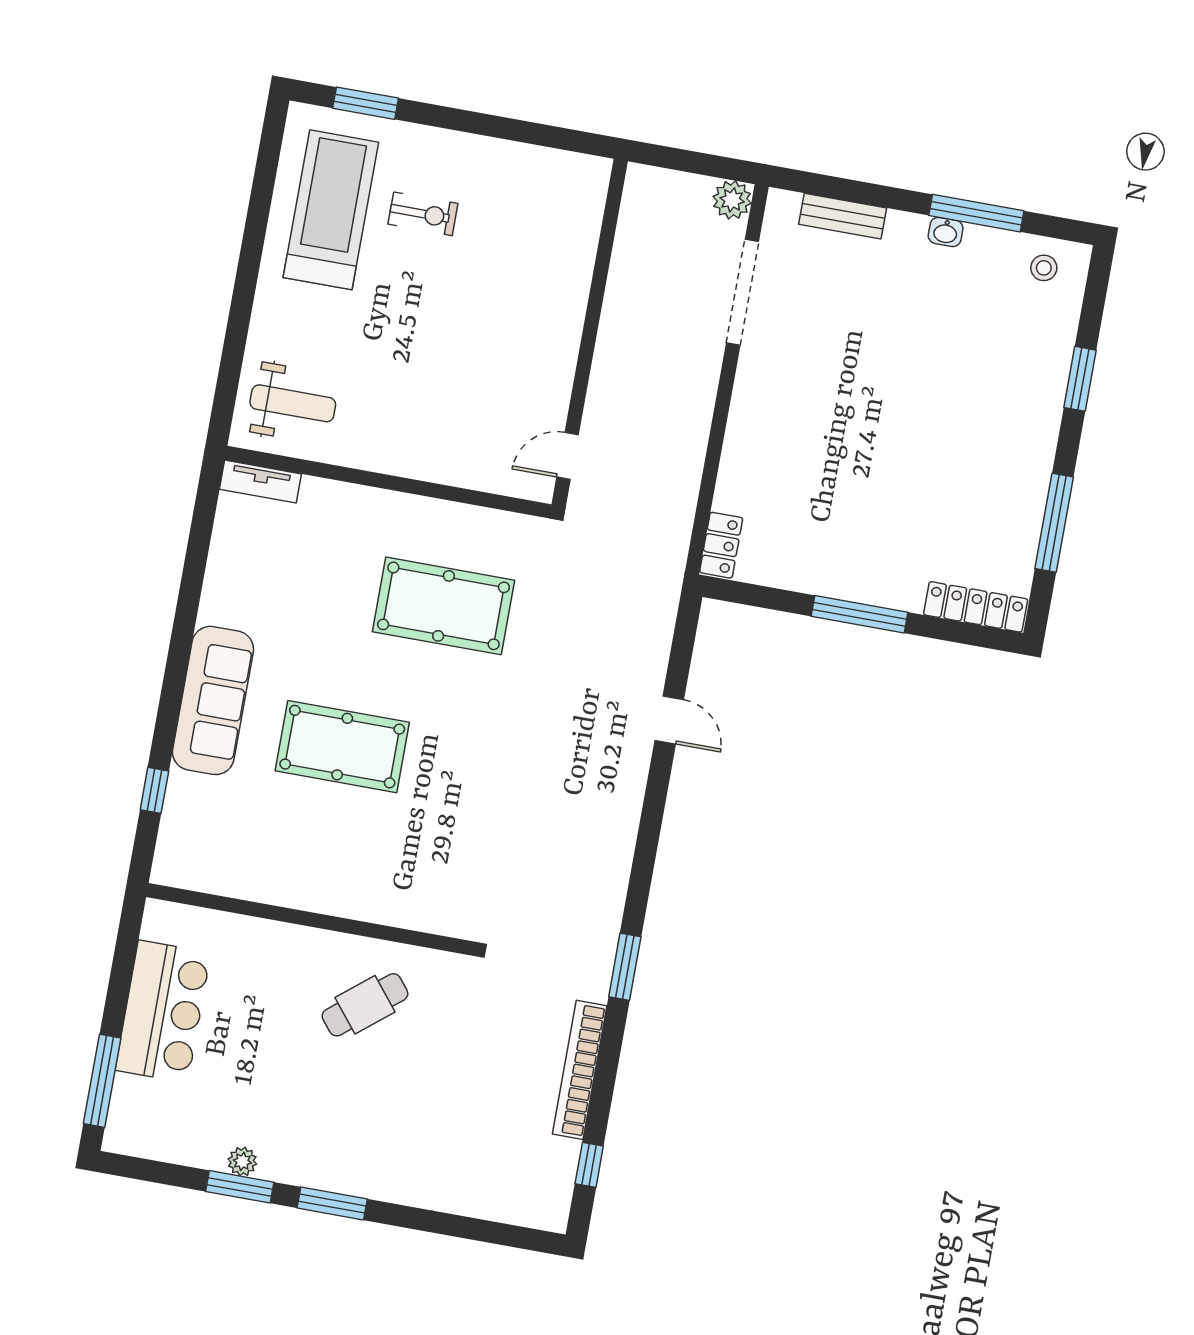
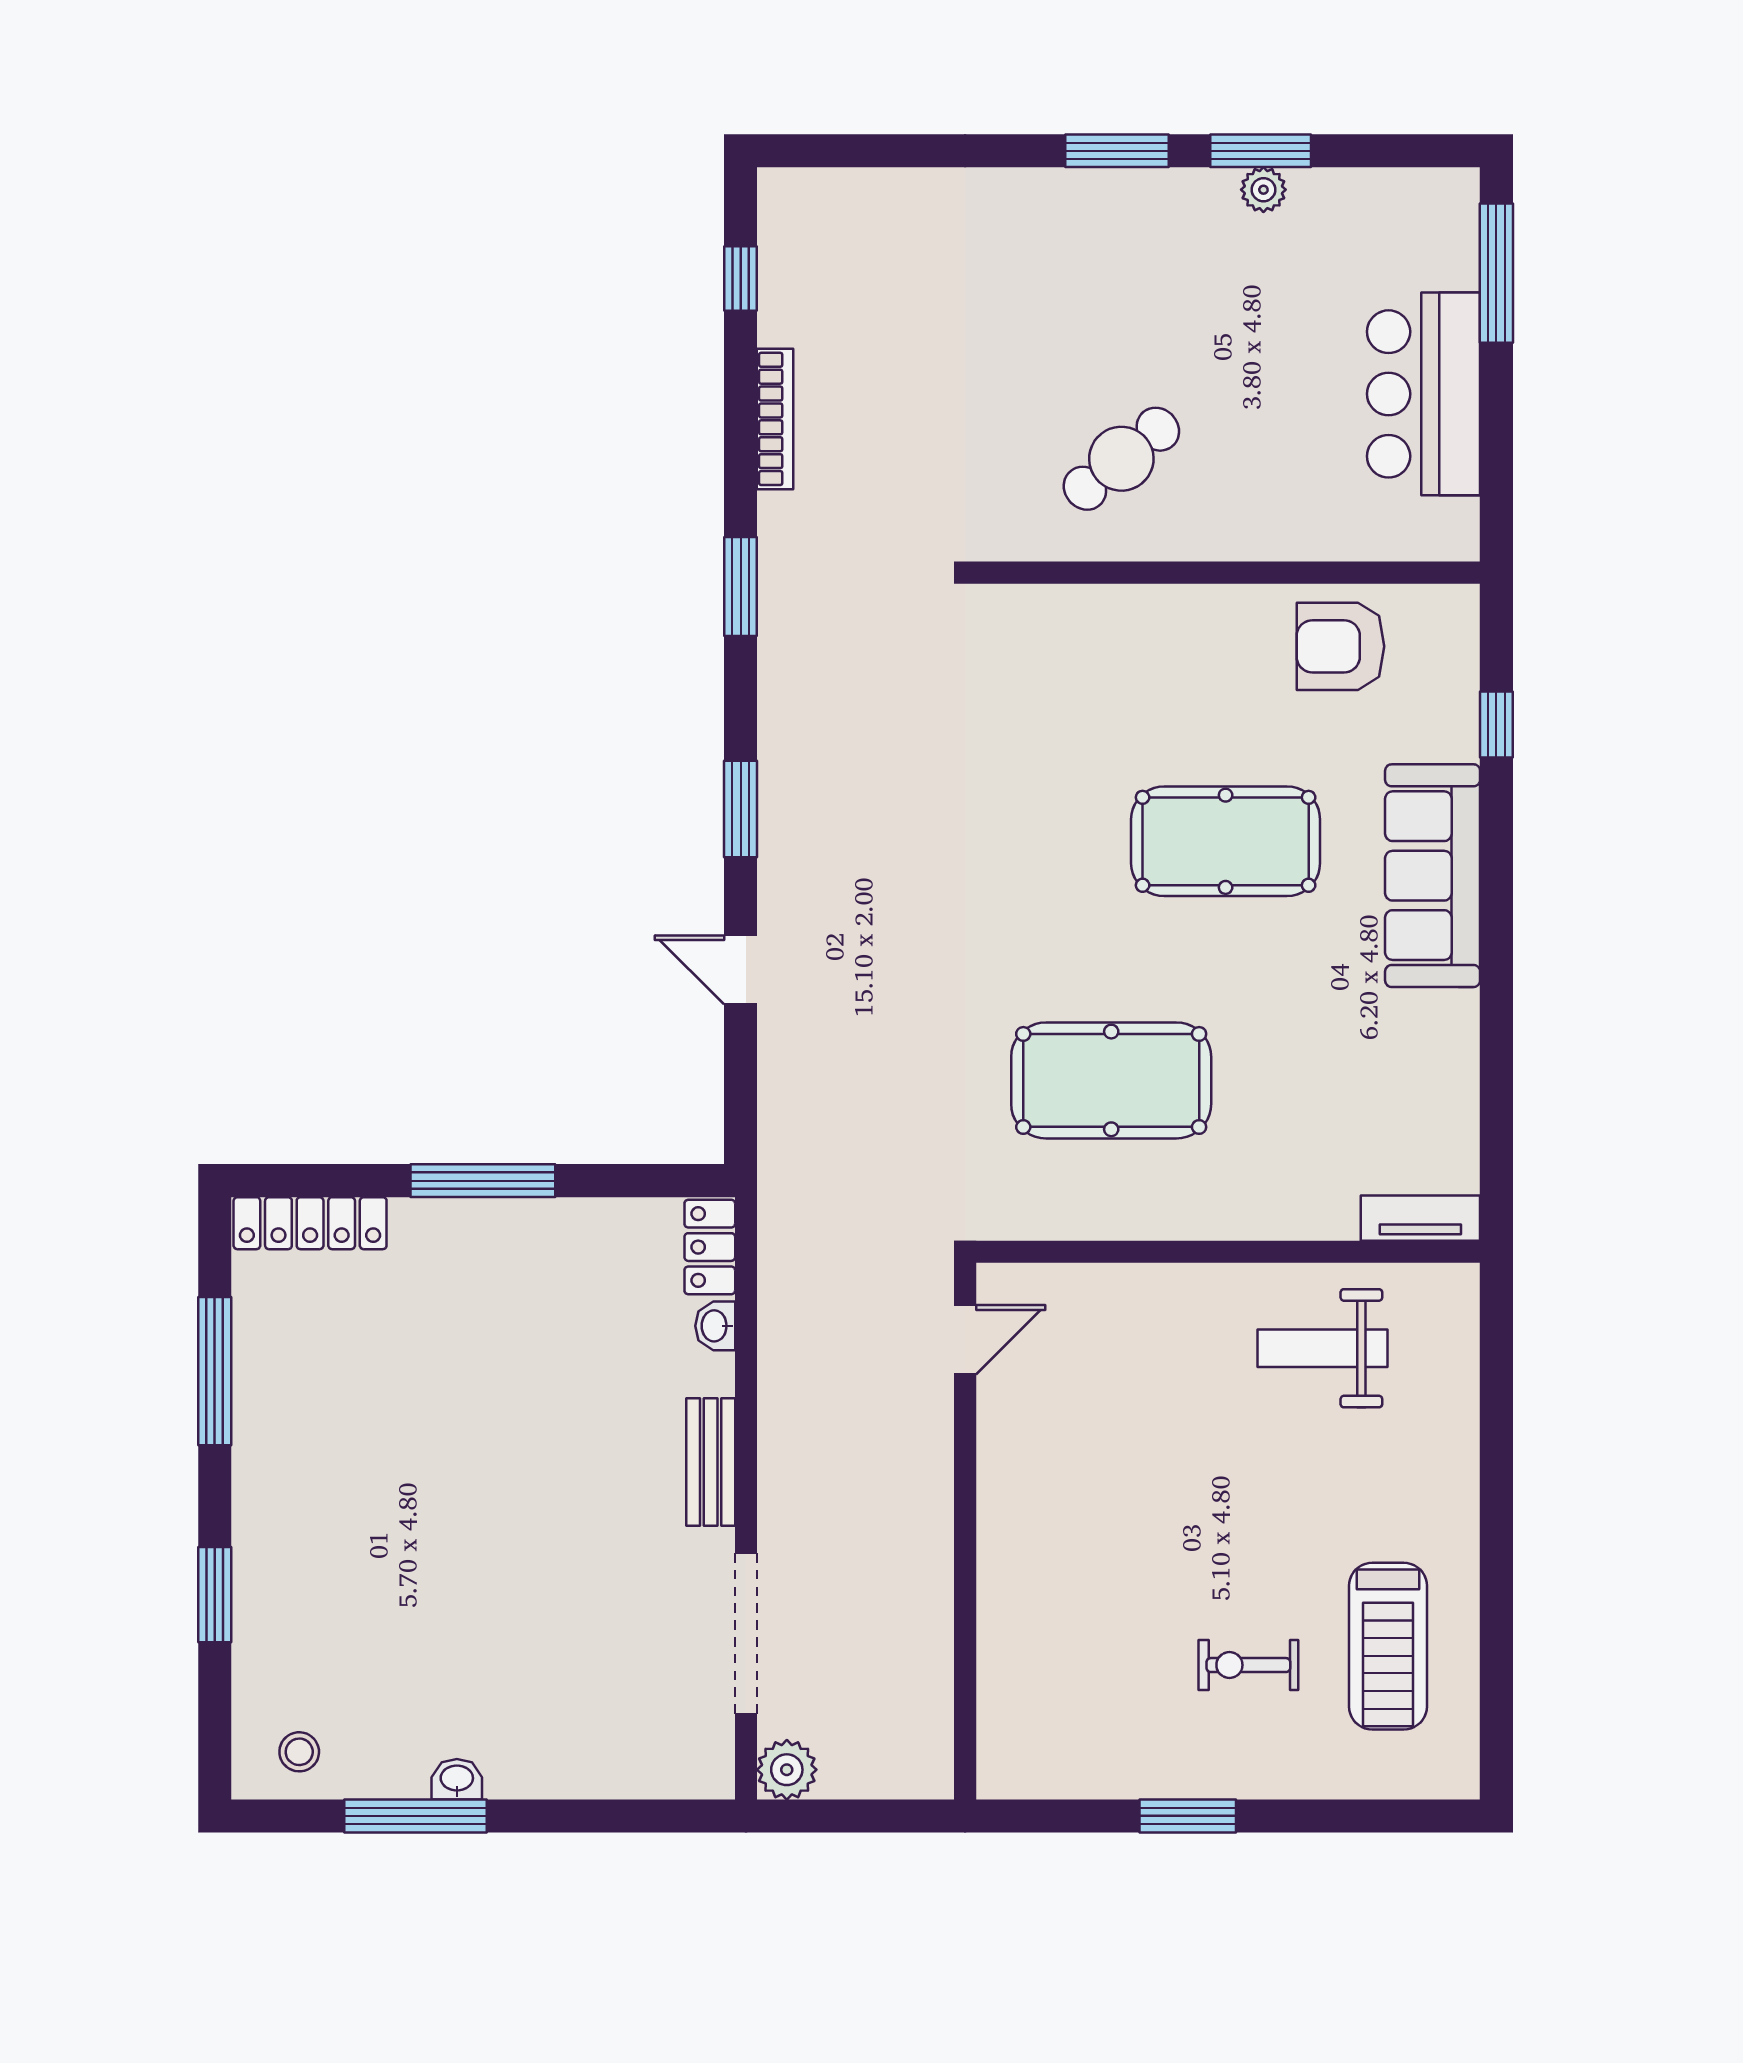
window: (366, 103) -> (1188, 1816), moved
treadmill: (331, 210) -> (1388, 1646), width x0.73, depth x0.73
bench: (843, 216) -> (711, 1462), moved, turned 90
weight bench: (293, 403) -> (1322, 1348), moved
washbasin: (727, 494) -> (715, 1326), added
window: (651, 823) -> (741, 809), added
armchair: (246, 859) -> (1340, 646), added
bookcase: (580, 1070) -> (775, 419), width x0.68, depth x0.76

